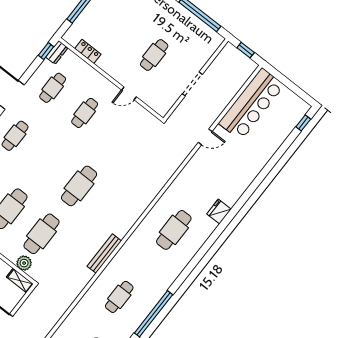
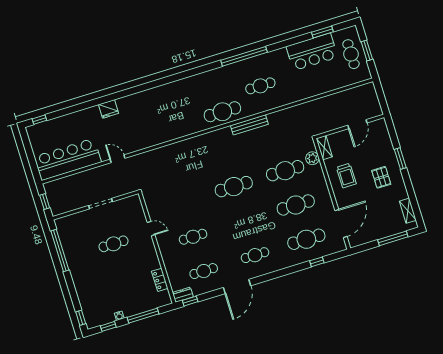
fridge: (219, 212) -> (108, 109), moved
cafe table: (174, 230) -> (222, 112), moved

